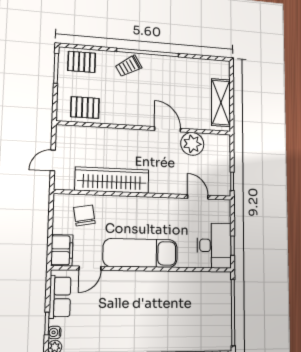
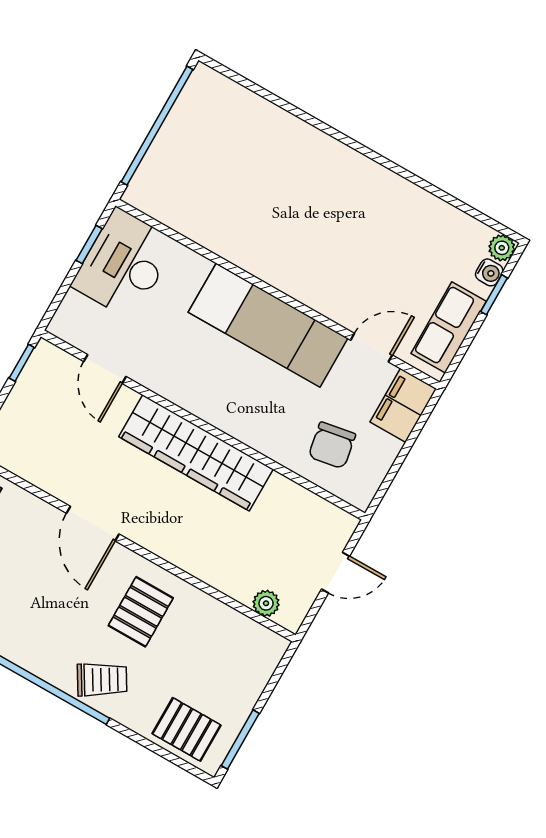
pallet: (85, 108) -> (141, 612), moved, turned 90
plant: (192, 144) -> (266, 603), moved, width x0.53, depth x0.53
wardrobe: (112, 180) -> (196, 453), moved

